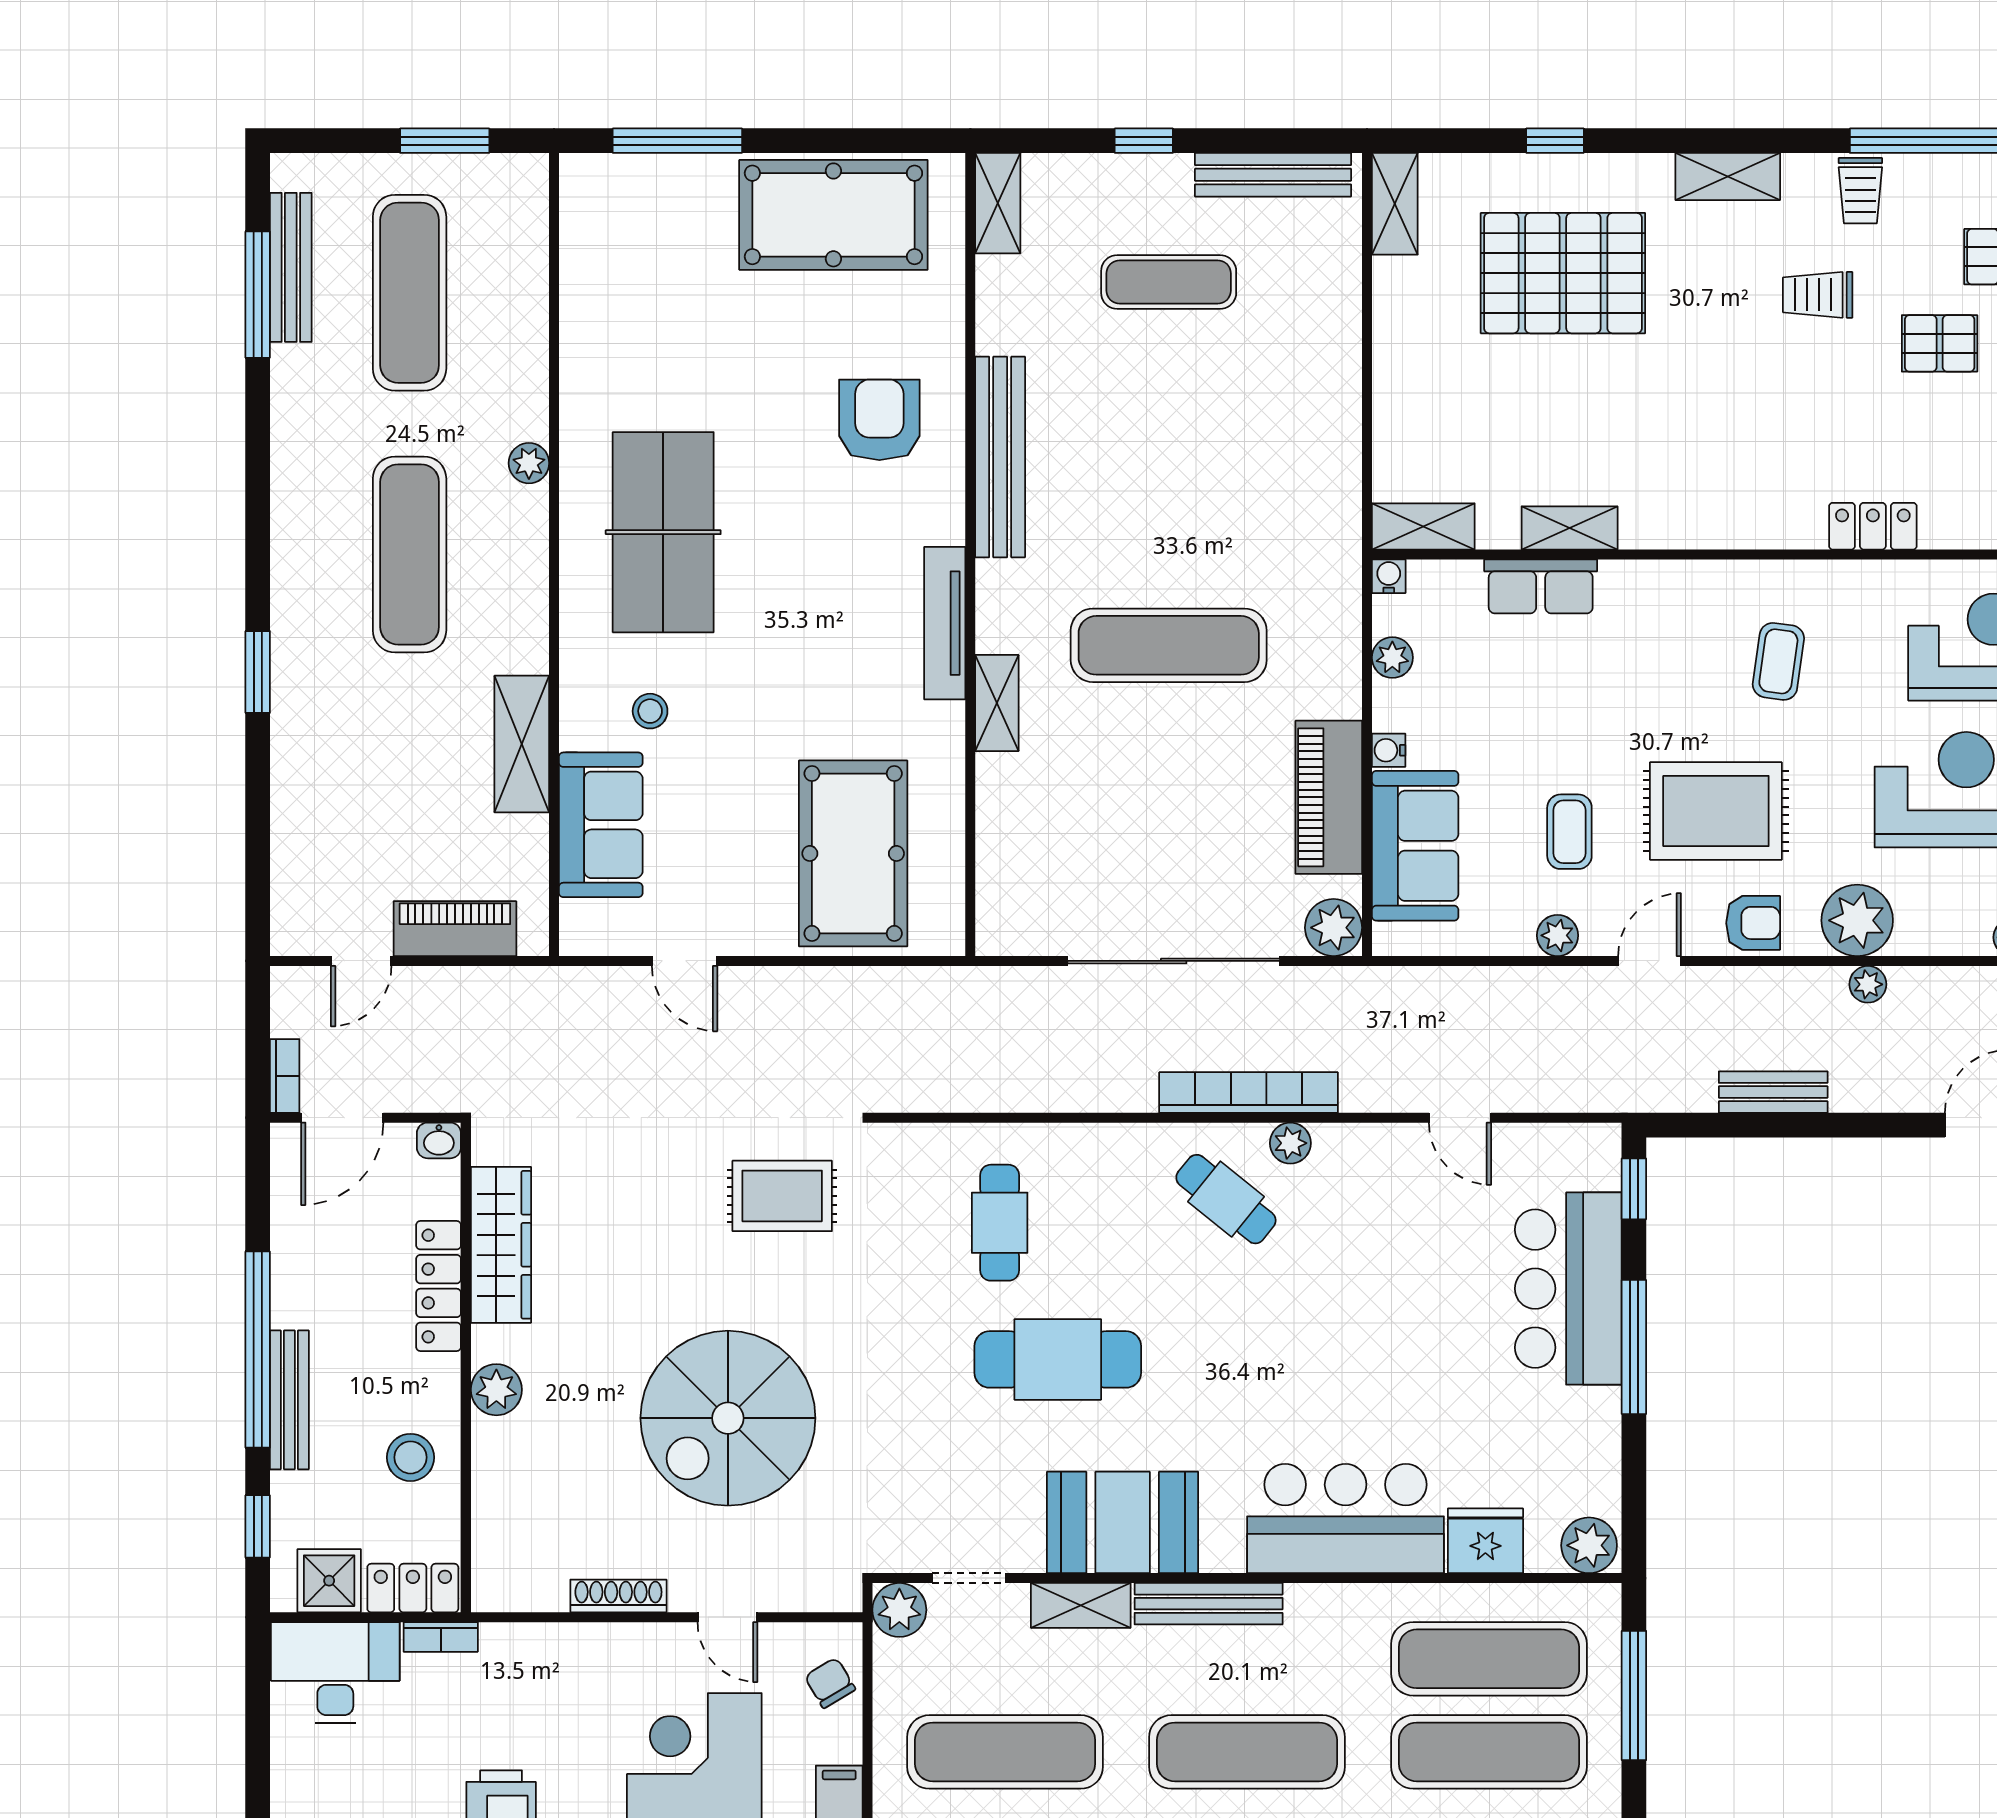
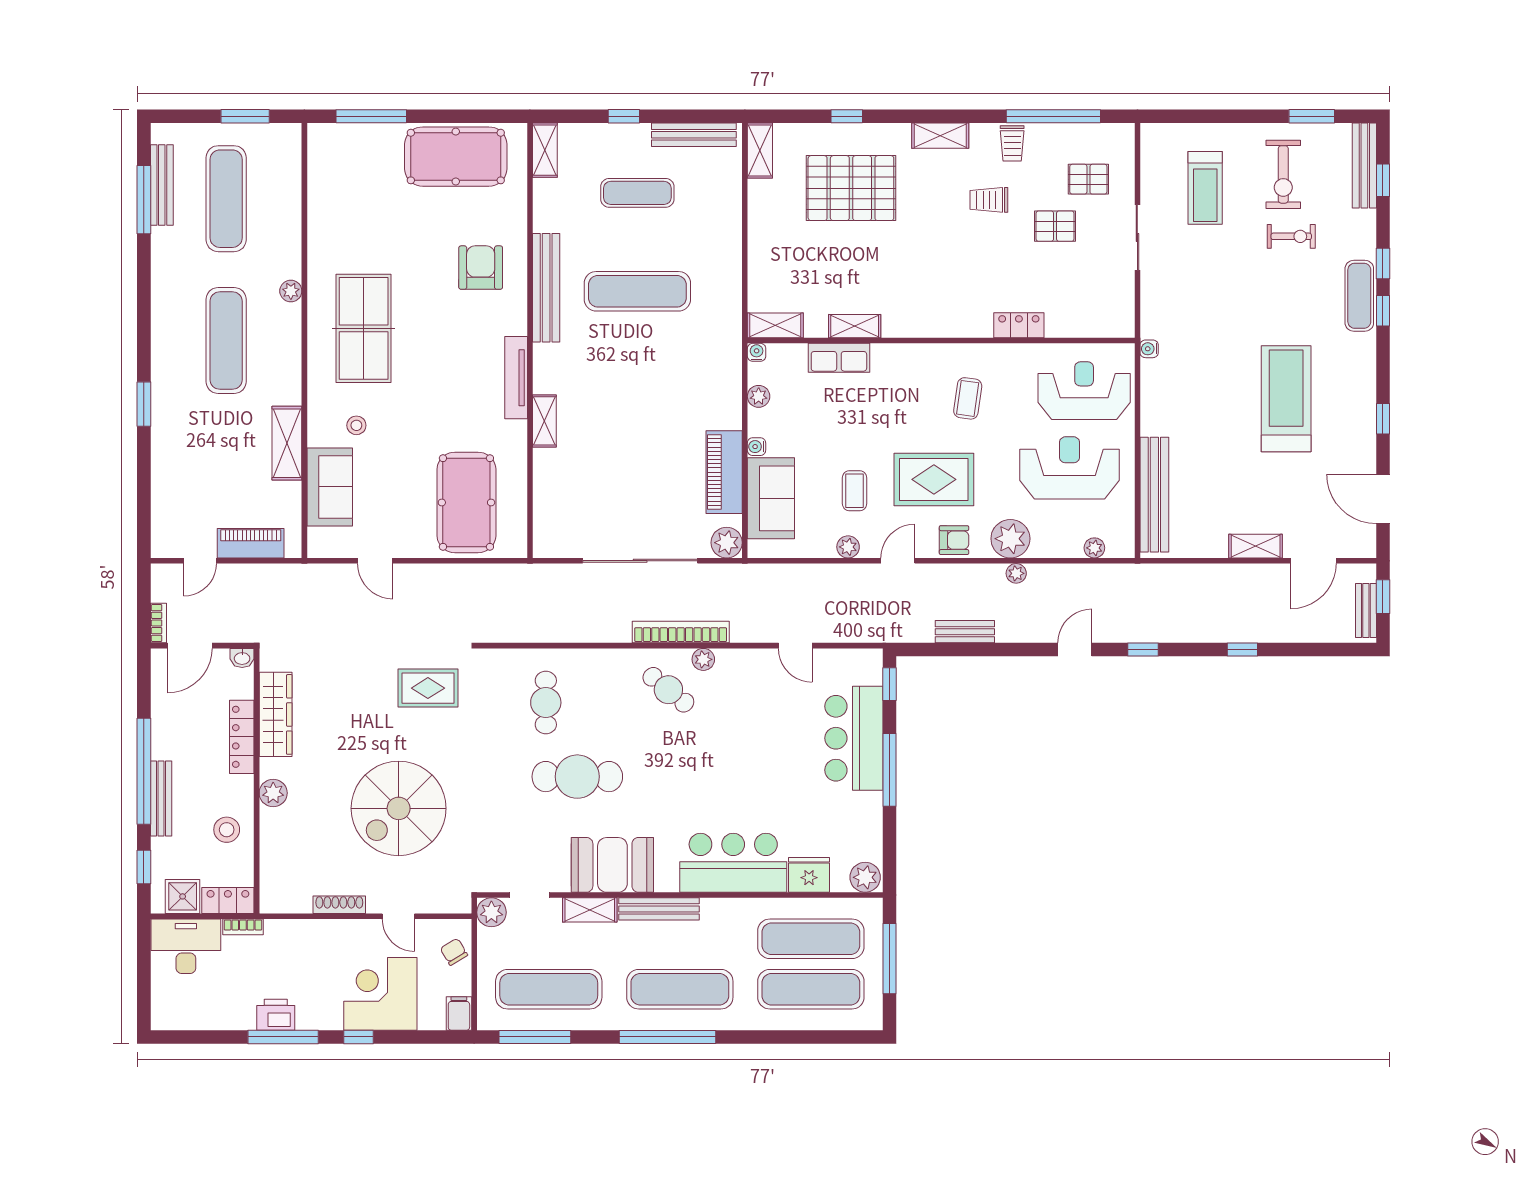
exercise mat: (1169, 645) -> (637, 291), moved

